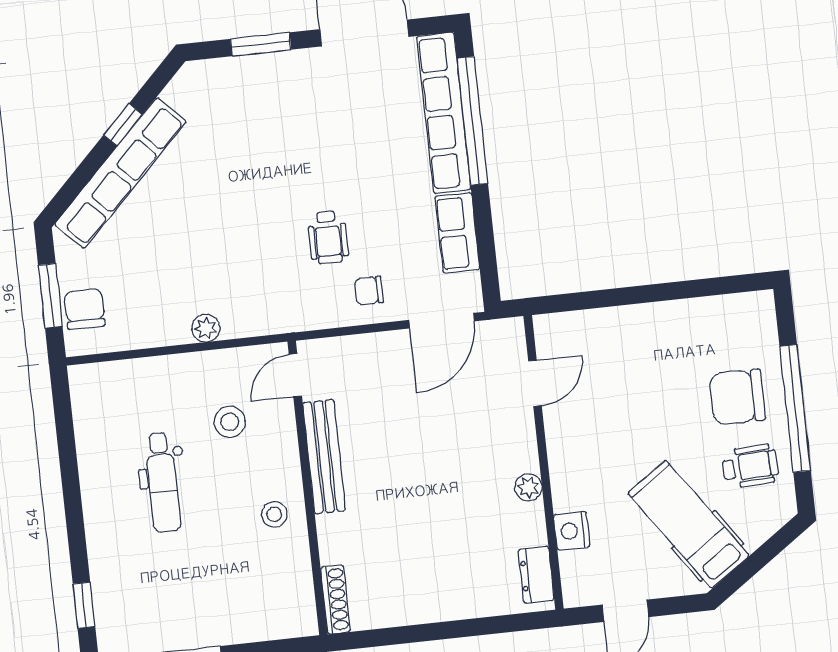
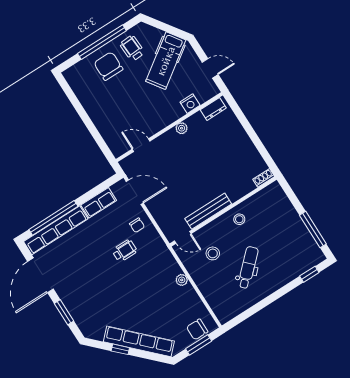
chair: (737, 397) -> (108, 66), turned 180
dental chair: (163, 482) -> (248, 268), turned -44
shoe rack: (335, 600) -> (264, 178), width x0.70

